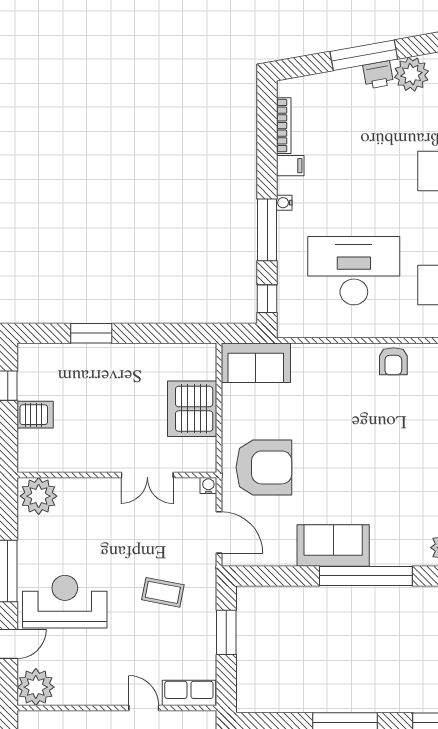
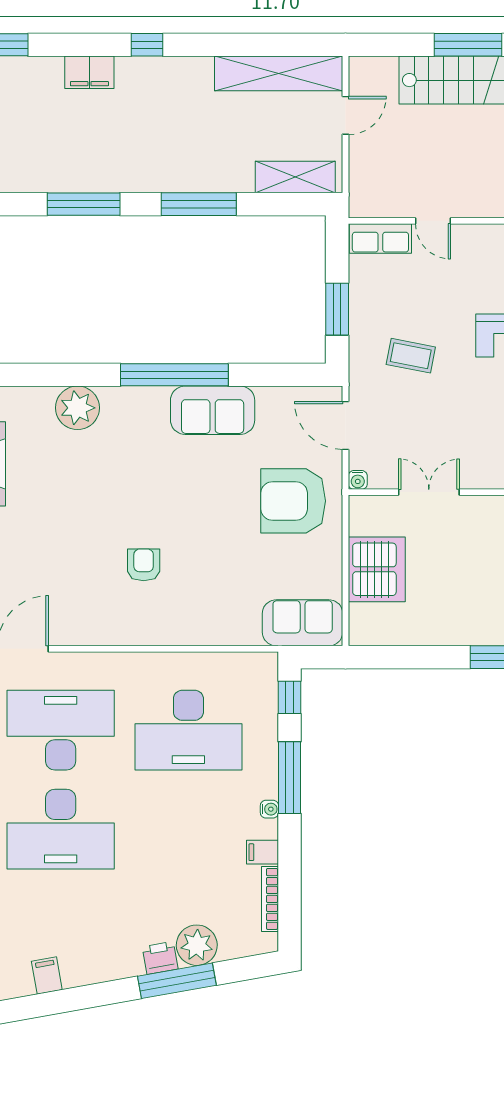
plant: (411, 74) -> (197, 945), moved
armchair: (393, 361) -> (144, 565), moved

